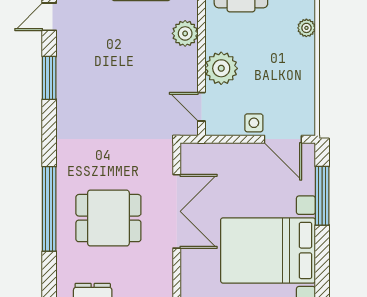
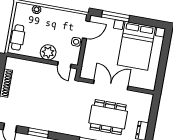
plant: (185, 33) -> (29, 66), removed
door: (201, 107) -> (64, 65), hinge flipped
dining table: (108, 218) -> (108, 117), width x1.38

